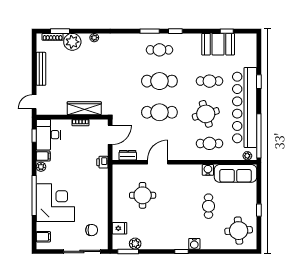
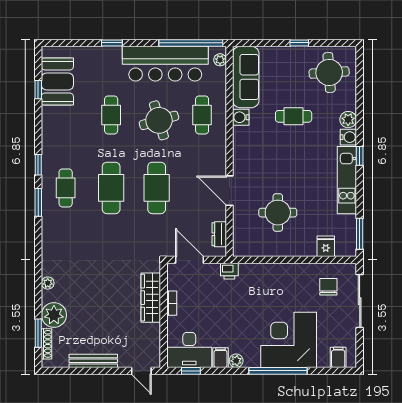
booth: (218, 44) -> (57, 81), moved
bar counter: (245, 107) -> (165, 64), width x0.73
kitchen unit: (165, 243) -> (347, 180), added
plant: (135, 244) -> (348, 120), moved

